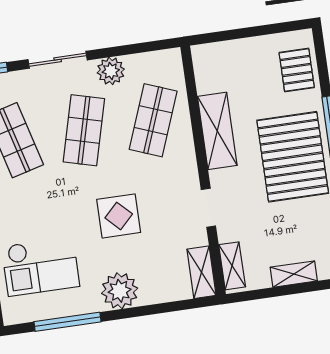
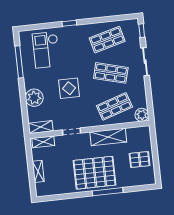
pallet: (297, 70) -> (140, 160), moved
plant: (111, 71) -> (142, 115), moved
shop shelf: (153, 120) -> (114, 106), turned -39
plant: (120, 291) -> (34, 98), moved

